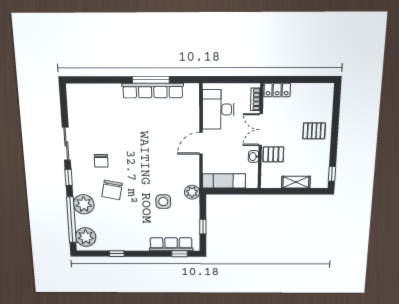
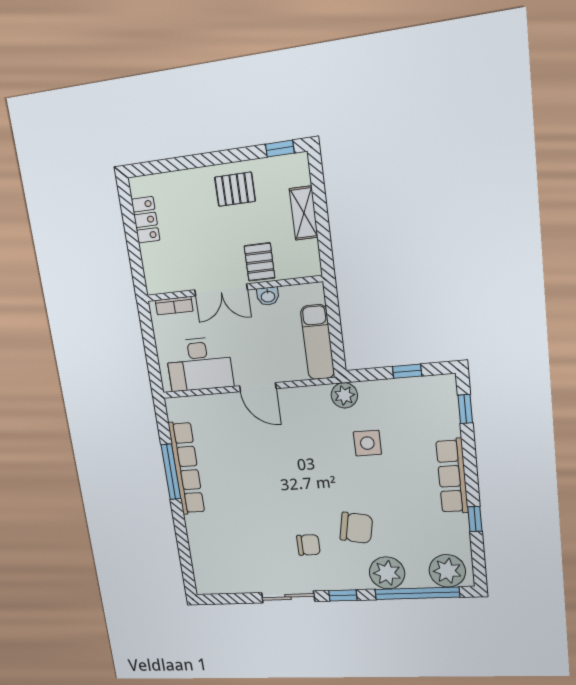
locker: (277, 90) -> (146, 220), moved
pallet: (314, 131) -> (235, 189), moved, turned 90
row of seats: (171, 244) -> (452, 476), moved

